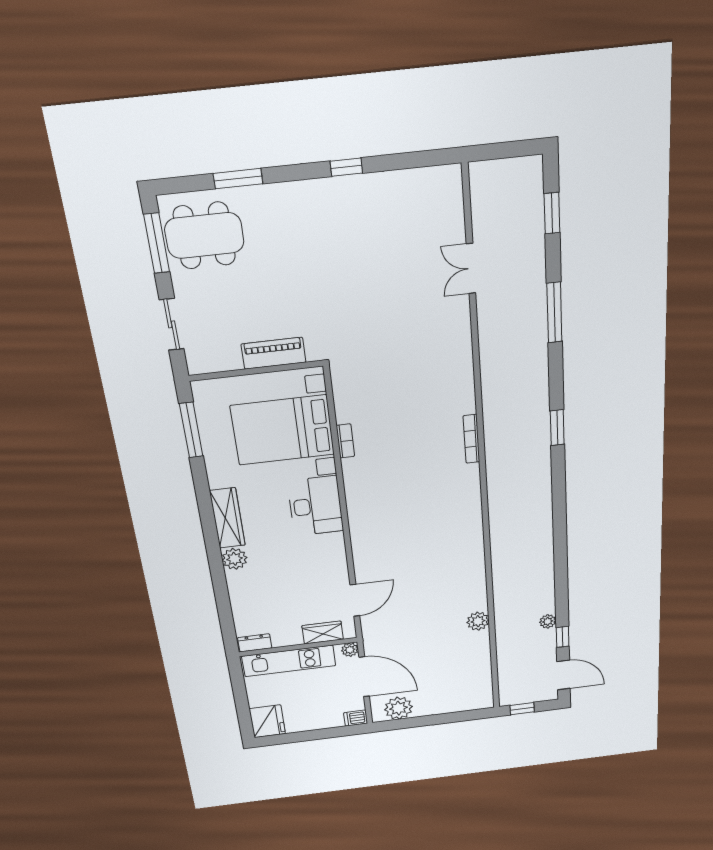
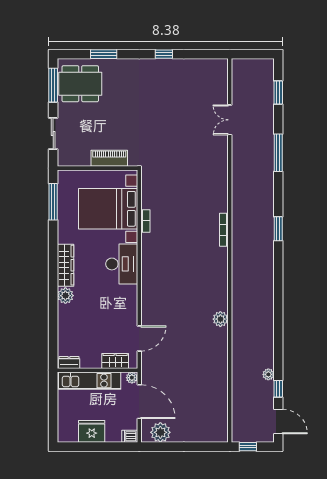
plant: (478, 621) -> (220, 319), moved
fridge: (267, 721) -> (92, 431), moved, turned -90

